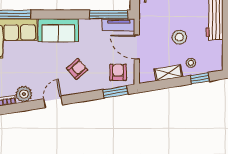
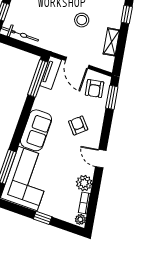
door: (137, 47) -> (77, 63), hinge flipped
stool: (191, 63) -> (109, 18), removed
armchair: (118, 72) -> (95, 89), turned -100

